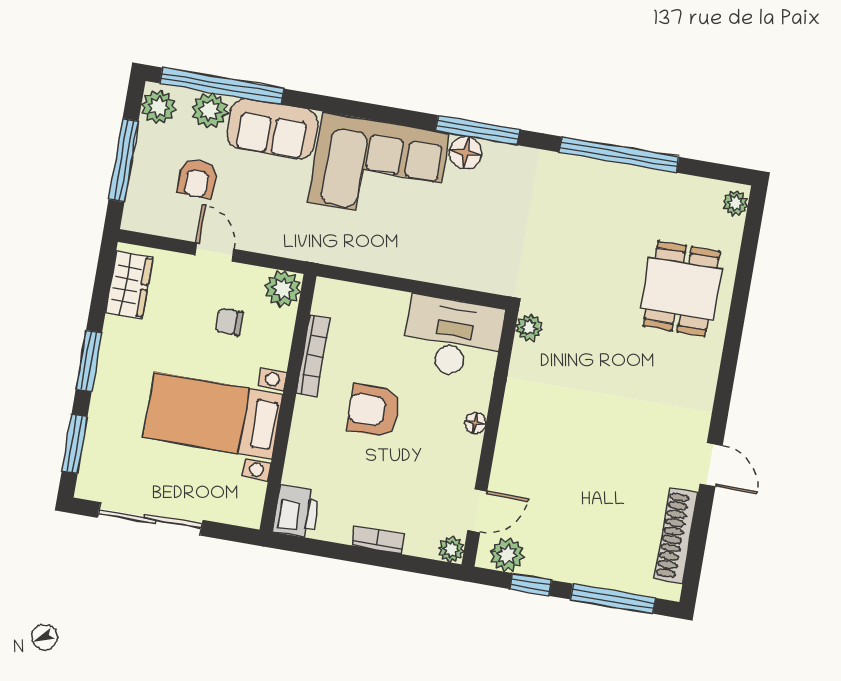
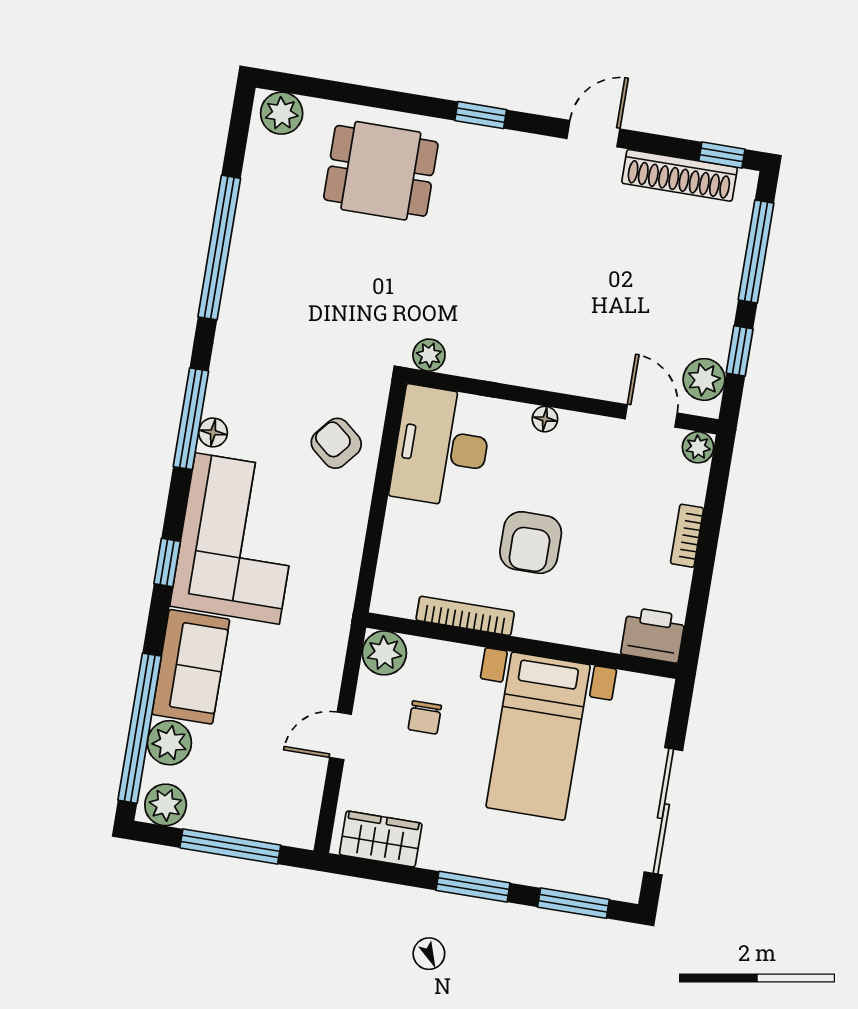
window: (359, 110) -> (167, 563), added
floor lamp: (465, 153) -> (213, 432), width x0.73, depth x0.73
armchair: (197, 178) -> (336, 443), moved, turned -140
plant: (735, 203) -> (282, 113), width x1.38, depth x1.38
window: (727, 372) -> (481, 115), added
window: (693, 571) -> (722, 155), added

